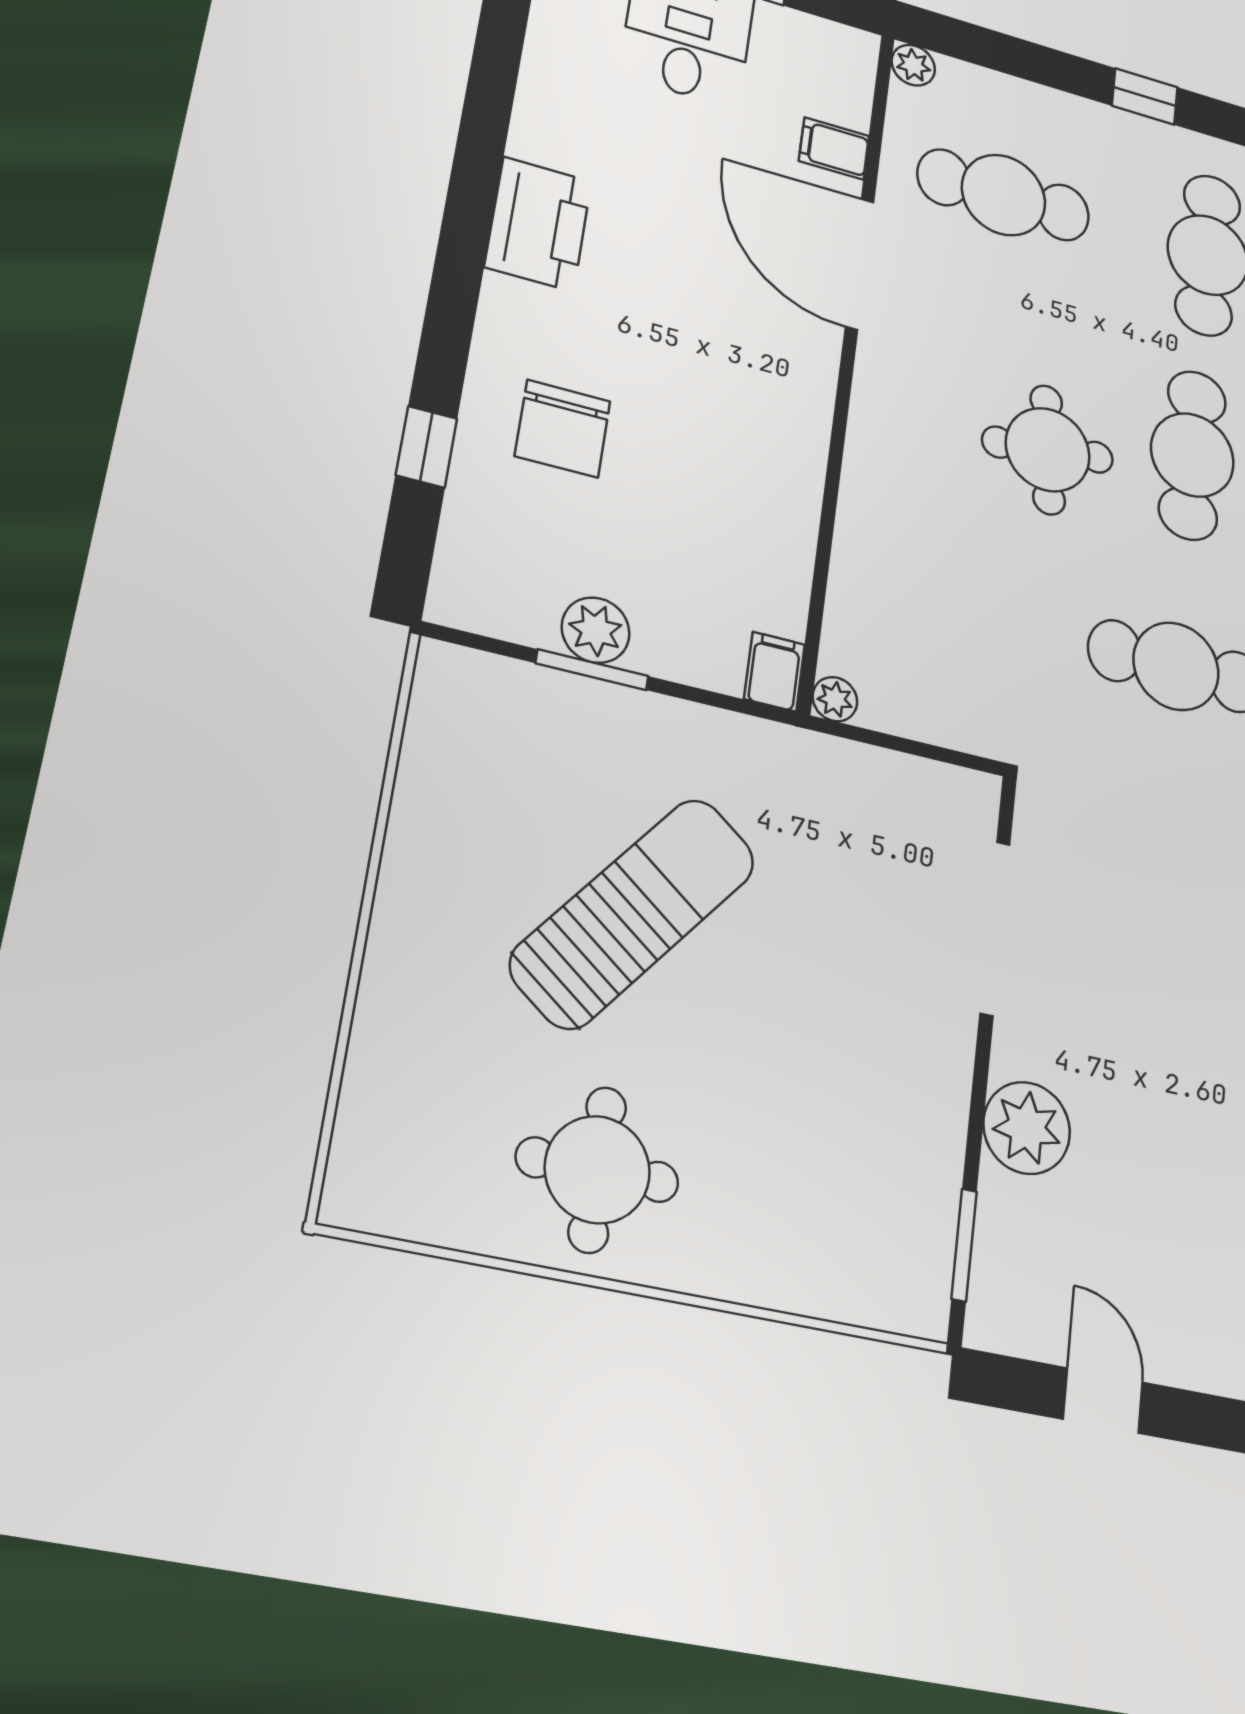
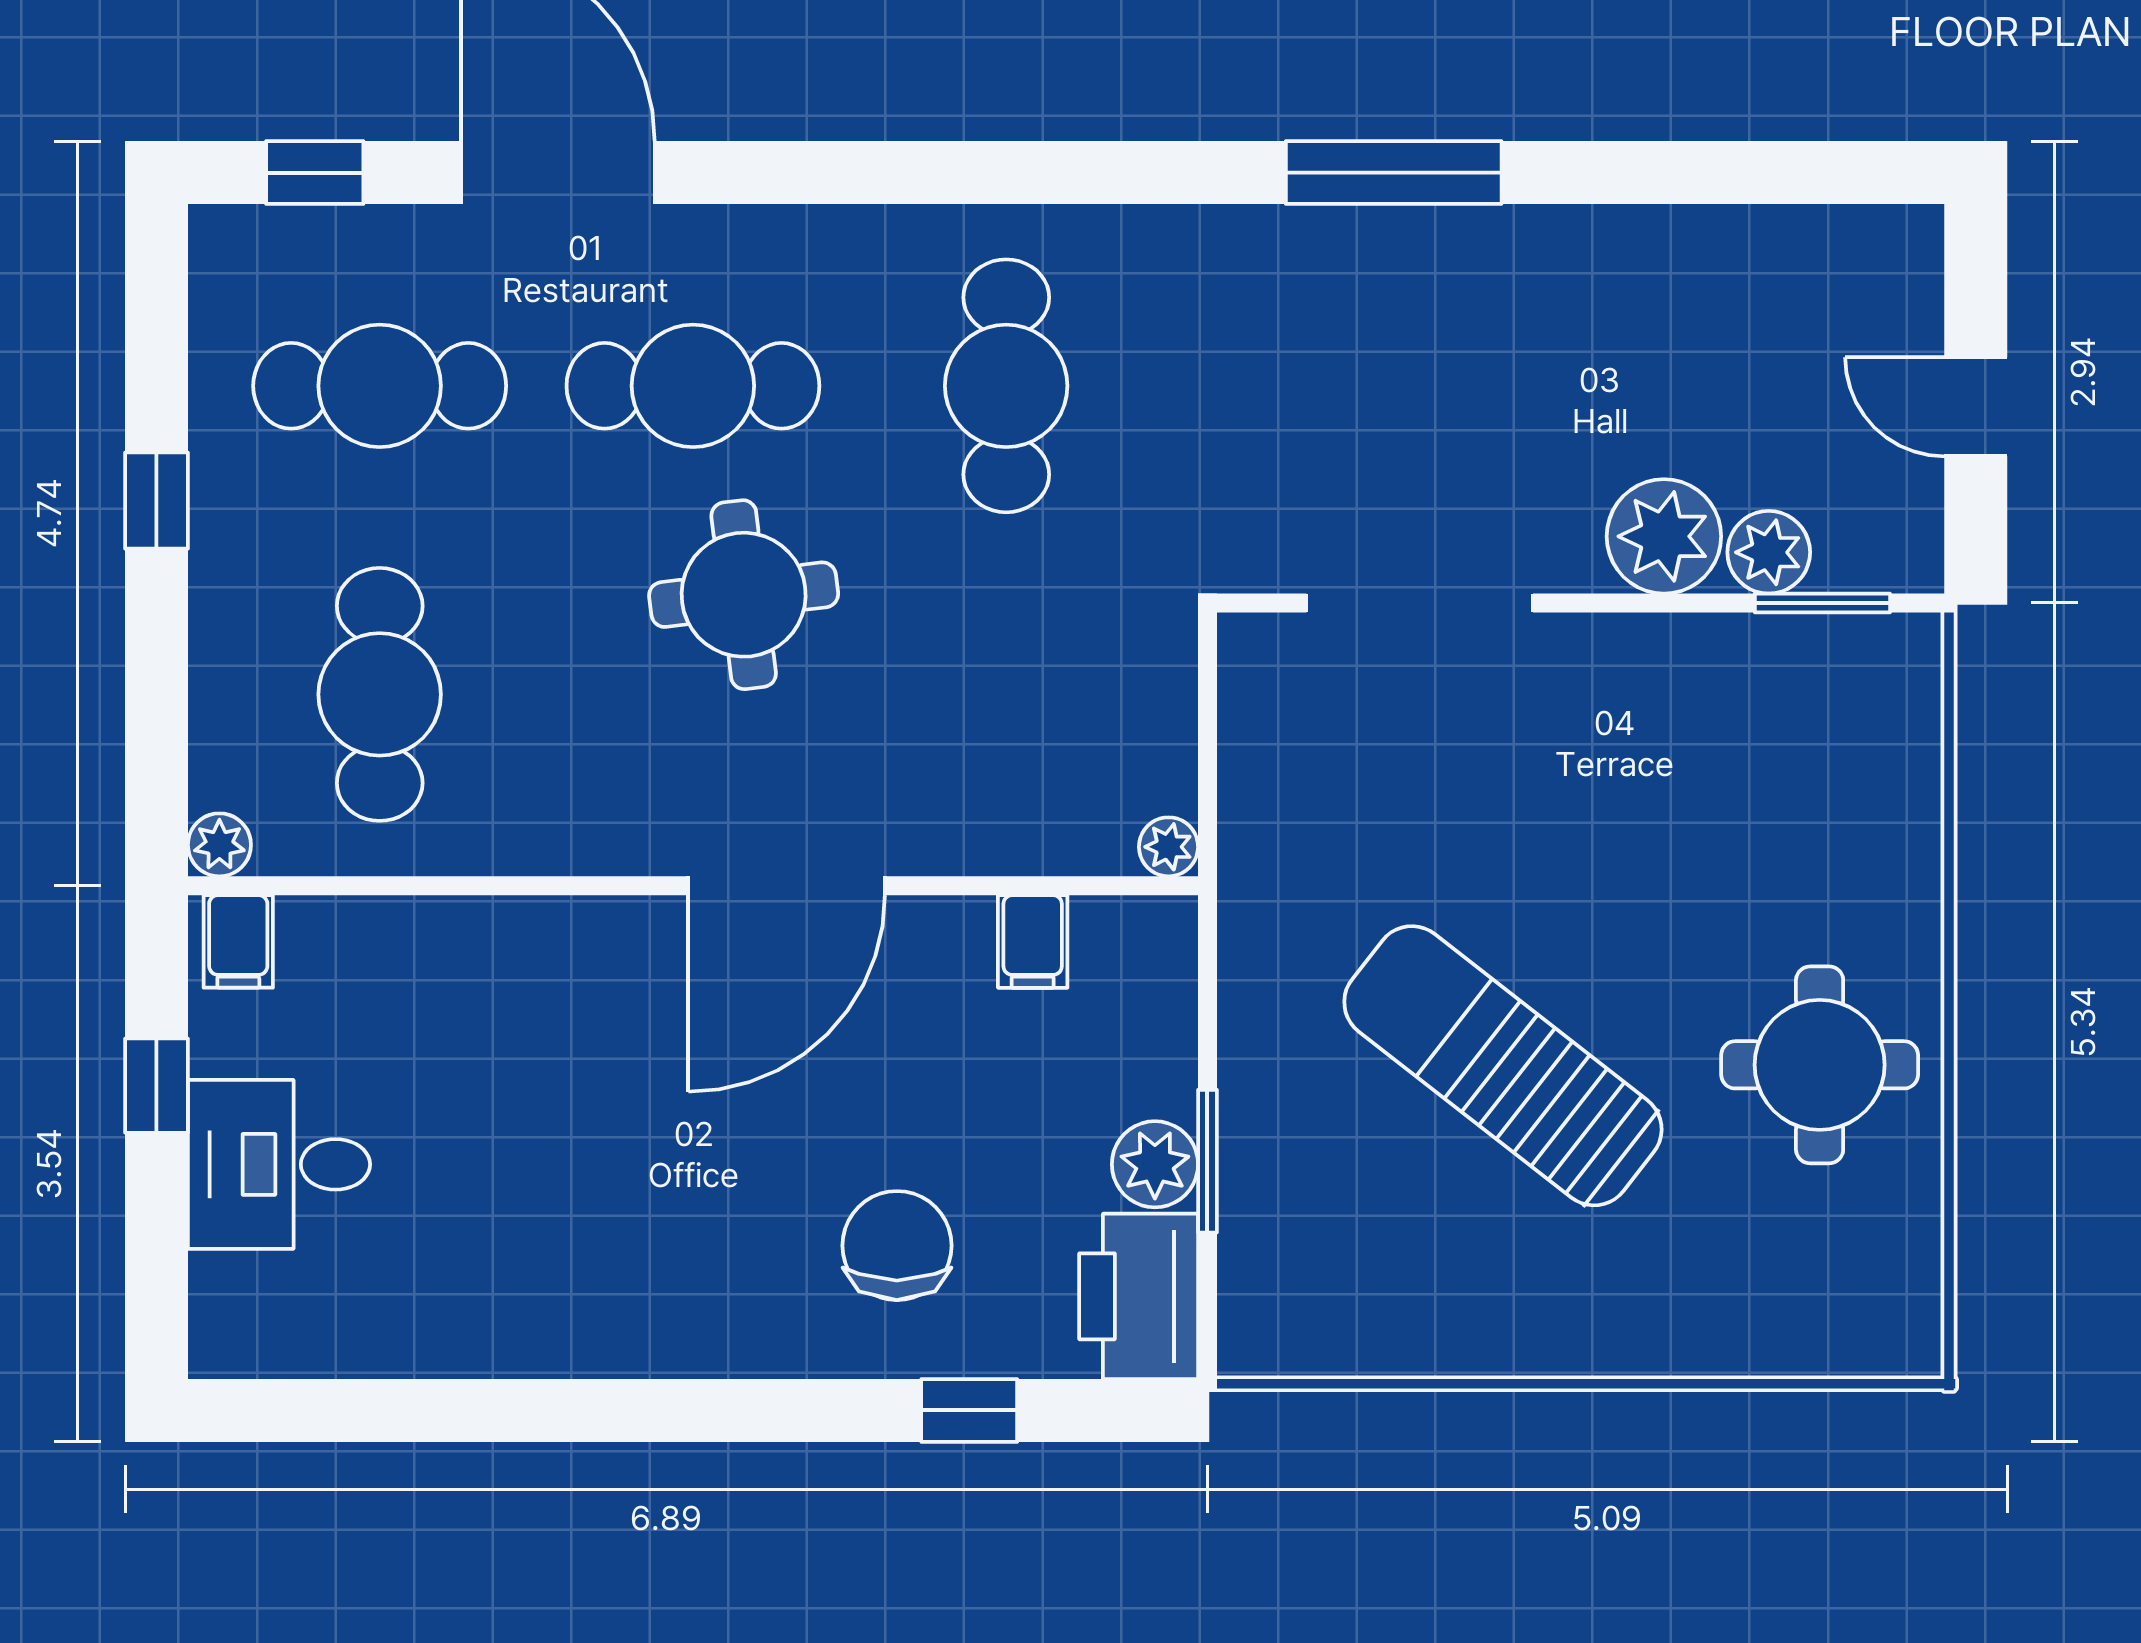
filing cabinet: (834, 148) -> (238, 941), moved
printer: (538, 224) -> (1139, 1296), moved, turned -90
door: (860, 264) -> (787, 886), moved
chair: (563, 429) -> (897, 1246), turned -90
filing cabinet: (774, 672) -> (1033, 942), moved, turned -90
plant: (1007, 1209) -> (1769, 552), added
door: (1103, 1401) -> (1976, 407), hinge flipped

